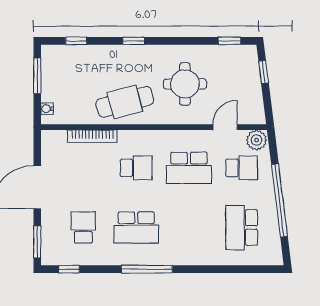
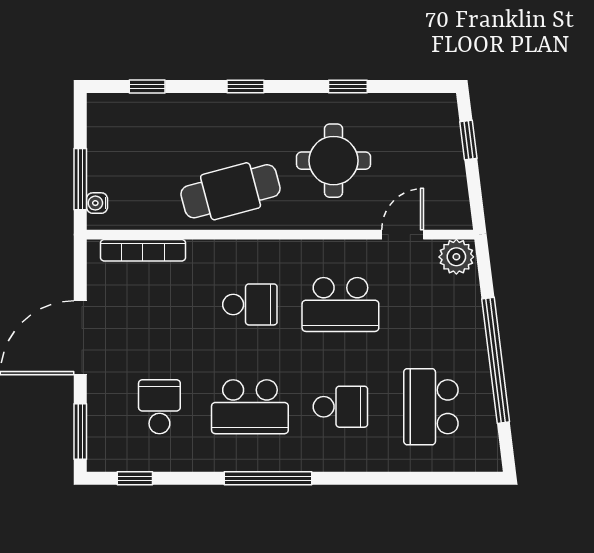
window: (229, 41) -> (348, 87), moved
window: (37, 76) -> (80, 179), moved
bookcase: (92, 136) -> (143, 250), moved
school desk: (242, 168) -> (340, 407), moved

